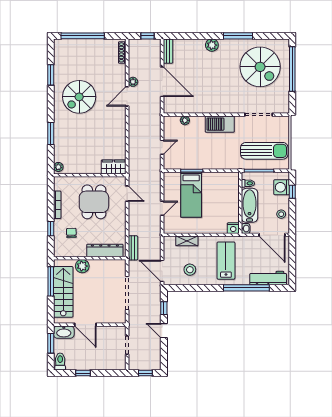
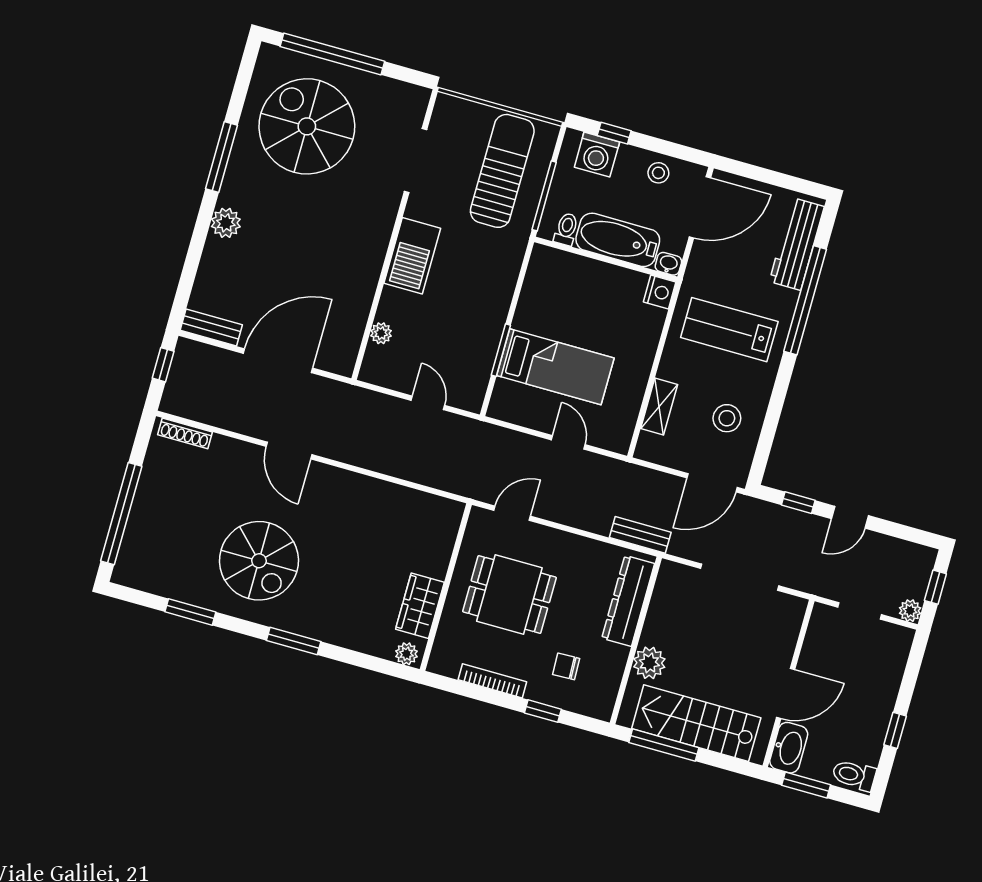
spiral stairs: (260, 67) -> (307, 126), turned -90
plant: (133, 82) -> (910, 611), moved
window: (51, 134) -> (294, 641), moved
wardrobe: (114, 167) -> (420, 606), moved

